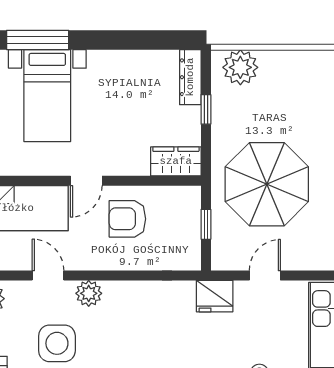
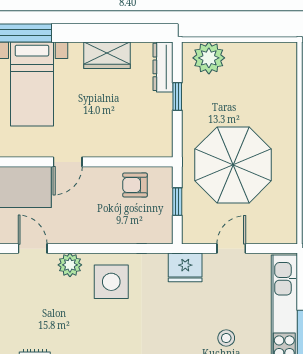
wardrobe: (176, 161) -> (107, 55), moved, turned 180
armchair: (127, 219) -> (135, 185), moved, width x0.72, depth x0.72
side table: (57, 343) -> (111, 282), moved

